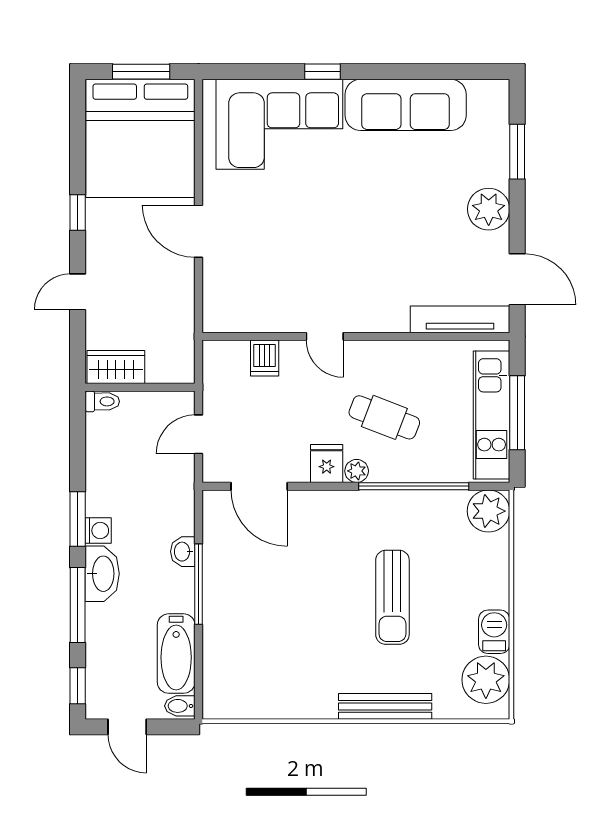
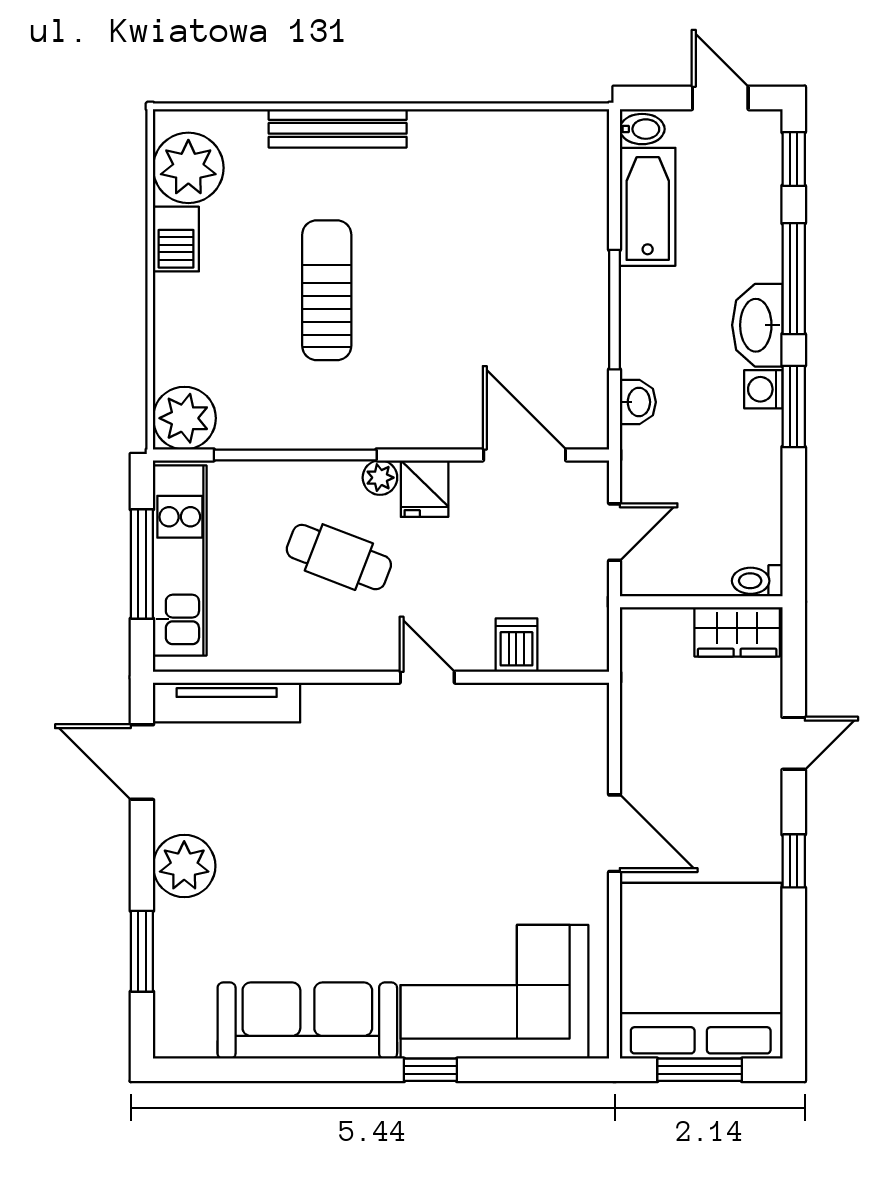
washbasin: (183, 552) -> (638, 402), moved

